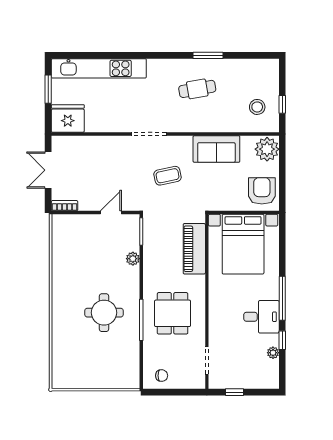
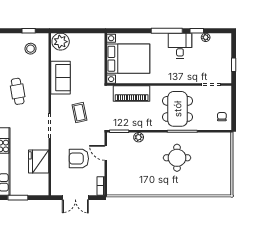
fridge: (68, 118) -> (39, 161), moved
armchair: (262, 191) -> (79, 159), moved
dining table: (173, 313) -> (178, 109), width x1.38

